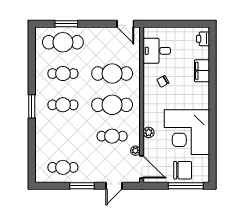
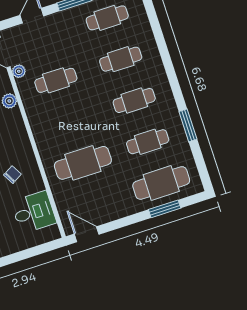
cafe table: (112, 105) -> (121, 59), moved, width x0.73, depth x0.74
window: (32, 106) -> (188, 125), moved

